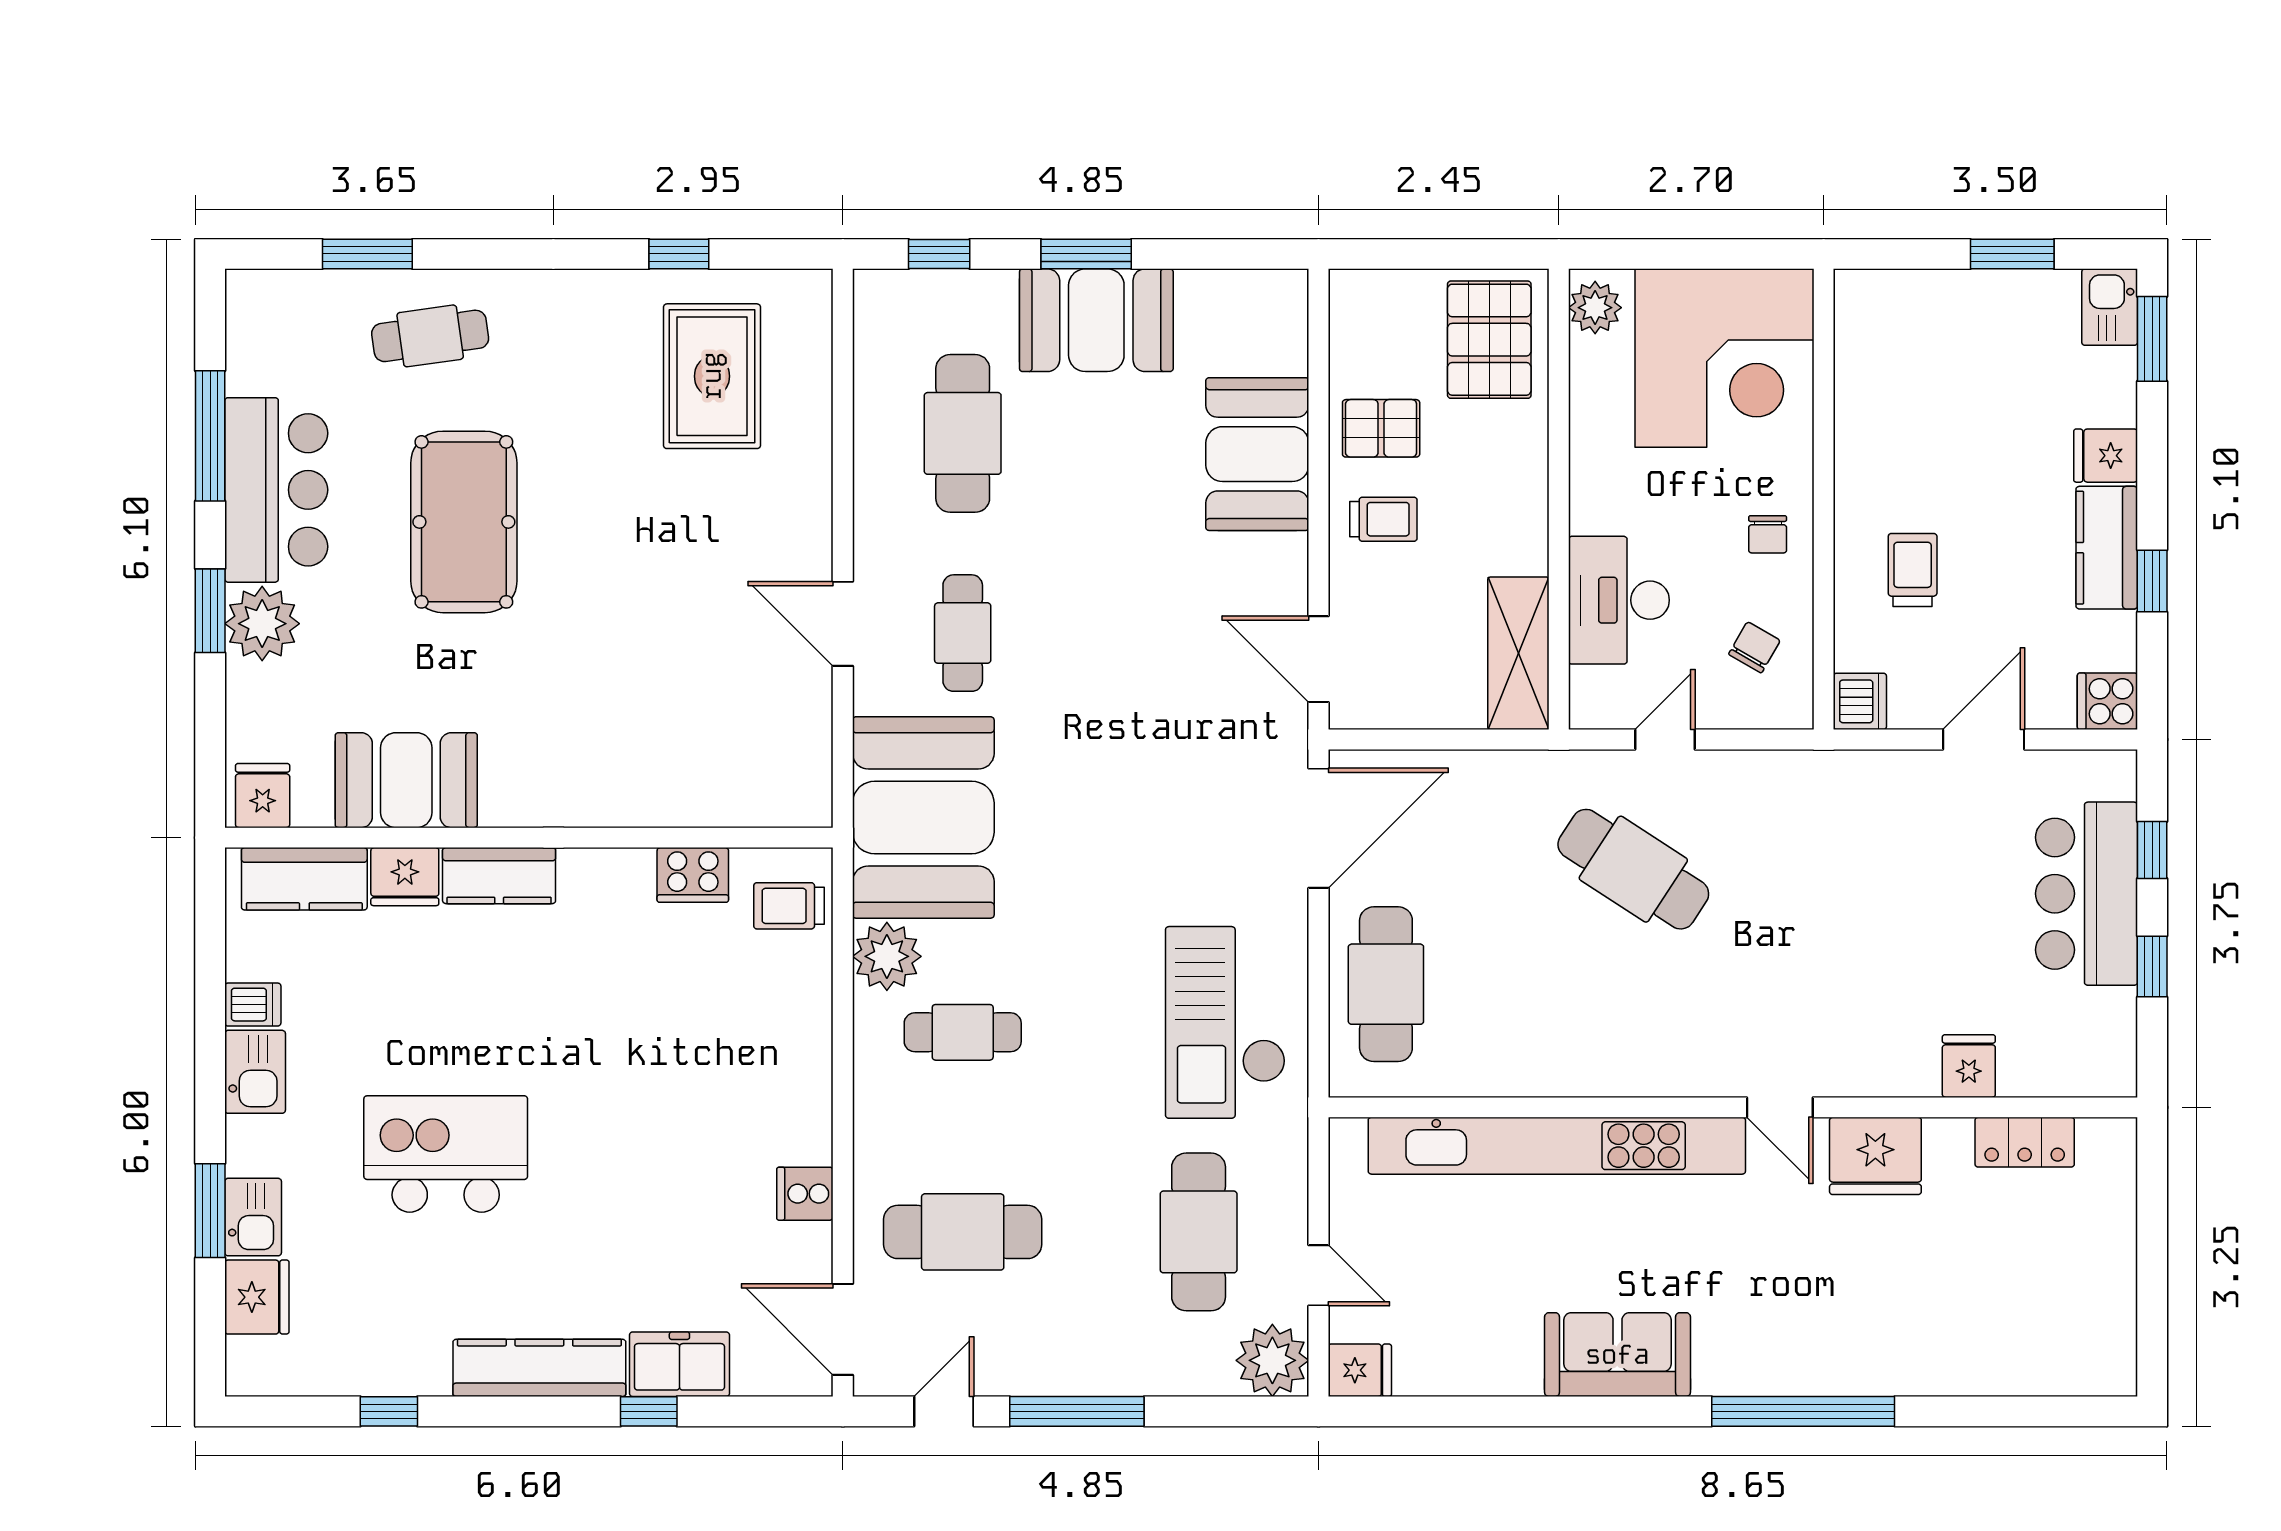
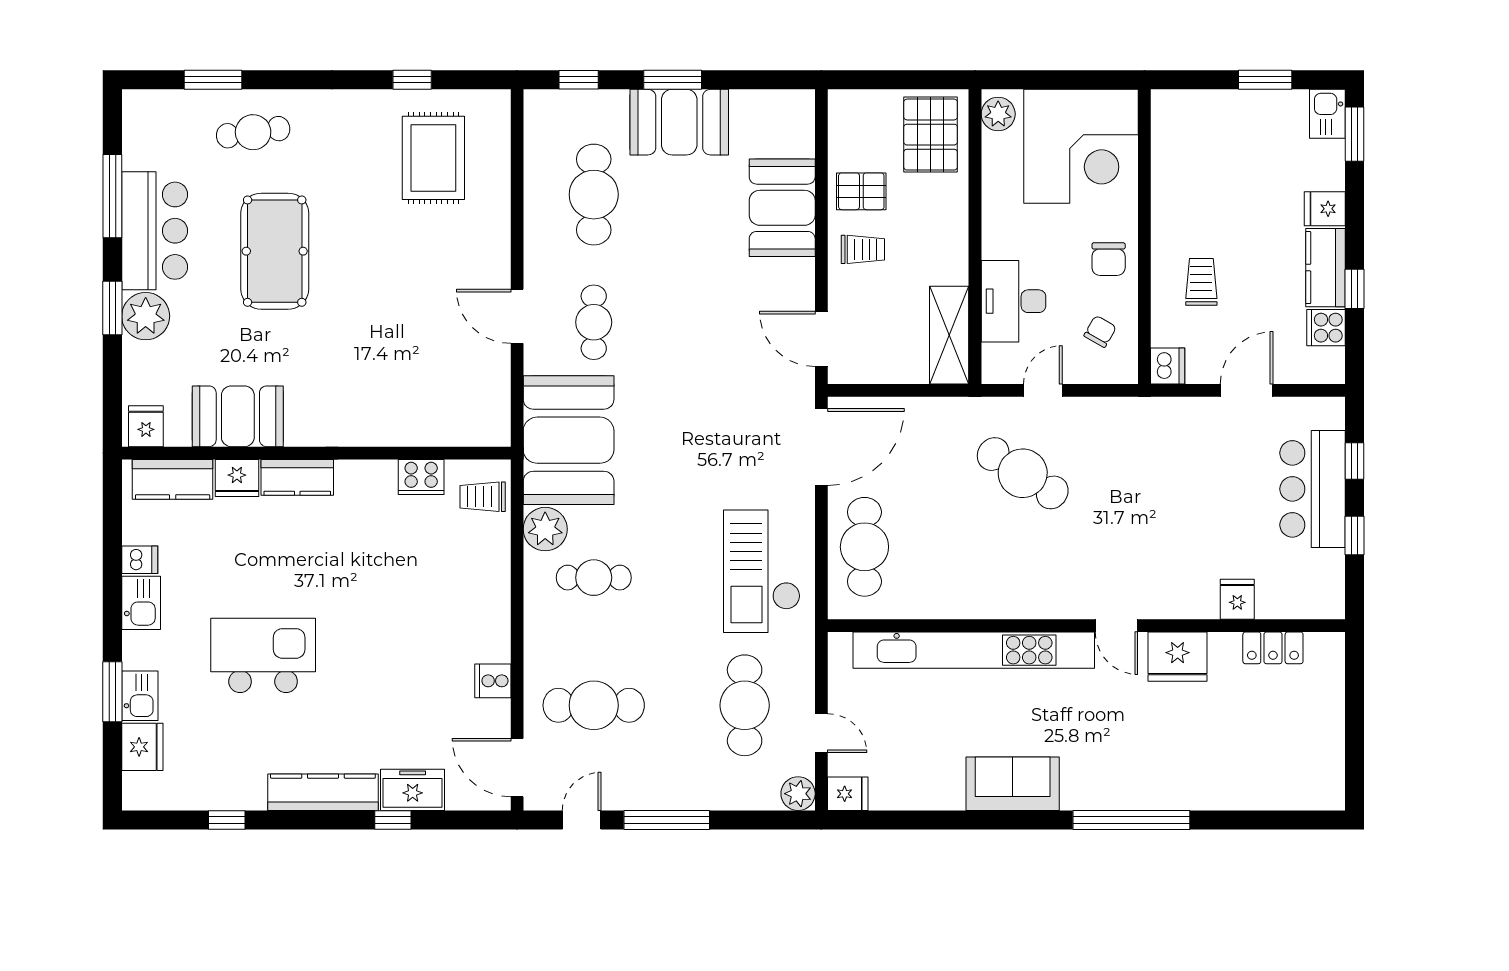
chair: (1768, 534) -> (1109, 259), width x1.37, depth x1.37
cooker: (2107, 701) -> (1326, 328), moved
plant: (1272, 1360) -> (798, 794), width x0.73, depth x0.73

